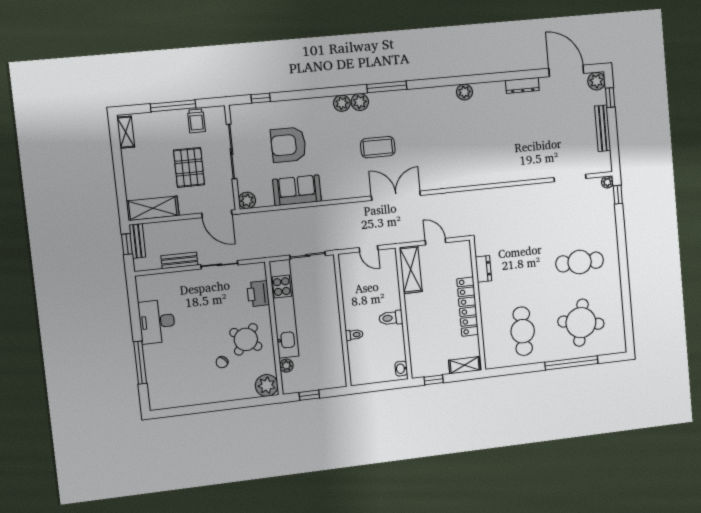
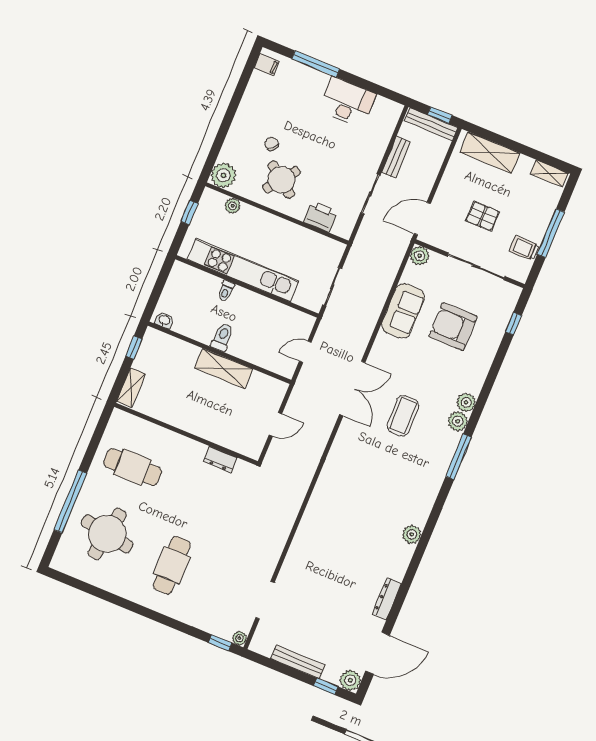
armchair: (288, 145) -> (453, 327), turned -90
pallet: (189, 167) -> (482, 216), width x0.67, depth x0.71
double door: (396, 196) -> (352, 389), moved
shelving: (153, 208) -> (490, 153), moved, turned 90
bench: (137, 241) -> (431, 124), width x1.36
shelving: (411, 270) -> (224, 368), moved
locker: (468, 307) -> (190, 423), removed
kitchen unit: (284, 309) -> (243, 270), moved, turned 180
filing cabinet: (162, 400) -> (267, 65), added

